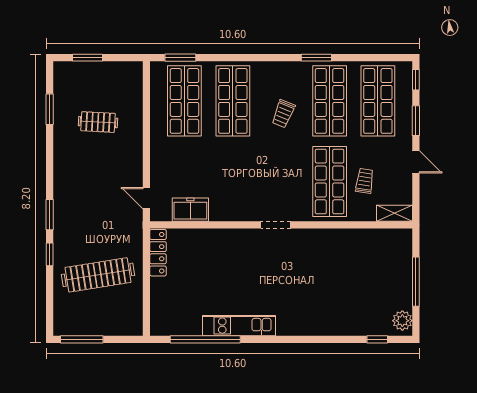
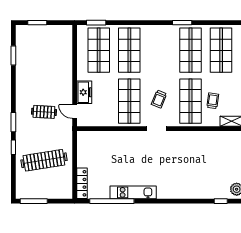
trolley: (283, 114) -> (159, 99), moved
clothes rail: (98, 122) -> (44, 112), moved
shop shelf: (233, 181) -> (129, 101), added
freezer: (190, 210) -> (84, 92), moved, turned 90
locker: (158, 253) -> (82, 183), moved

